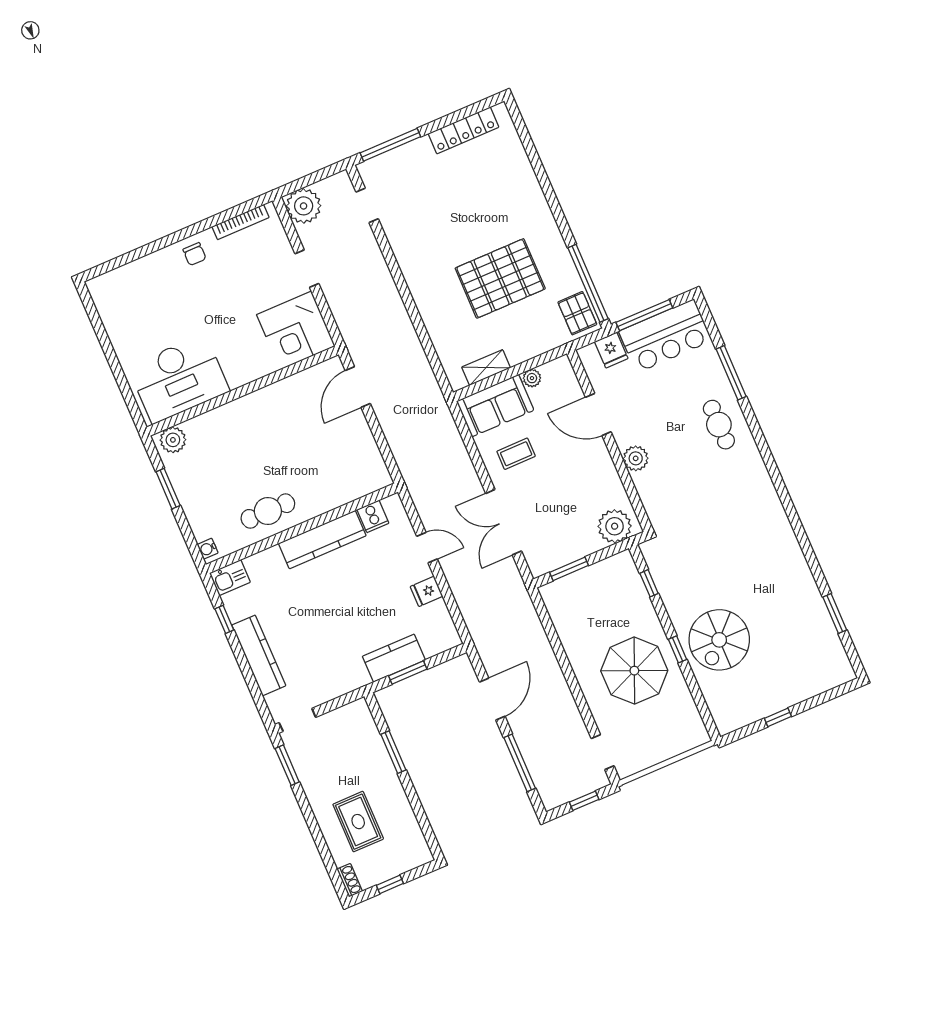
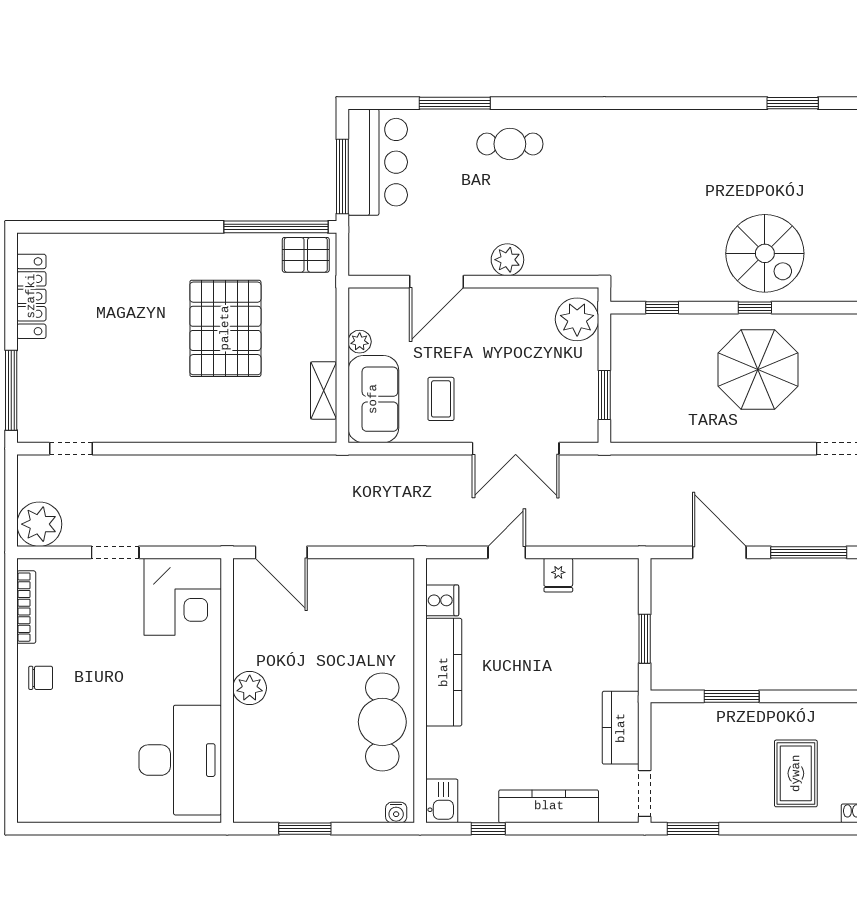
fridge: (611, 350) -> (367, 233), removed
plant: (173, 440) -> (250, 688), moved
cafe table: (268, 511) -> (382, 722), width x1.37, depth x1.35
kitchen counter: (394, 658) -> (621, 728), moved
rug: (358, 822) -> (796, 773), turned 90

